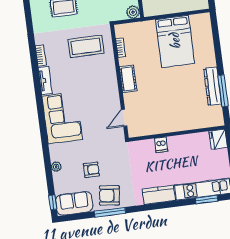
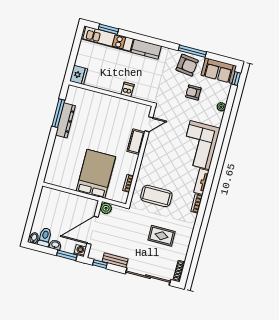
bed: (175, 41) -> (96, 174), moved
cot: (128, 79) -> (136, 142), moved

